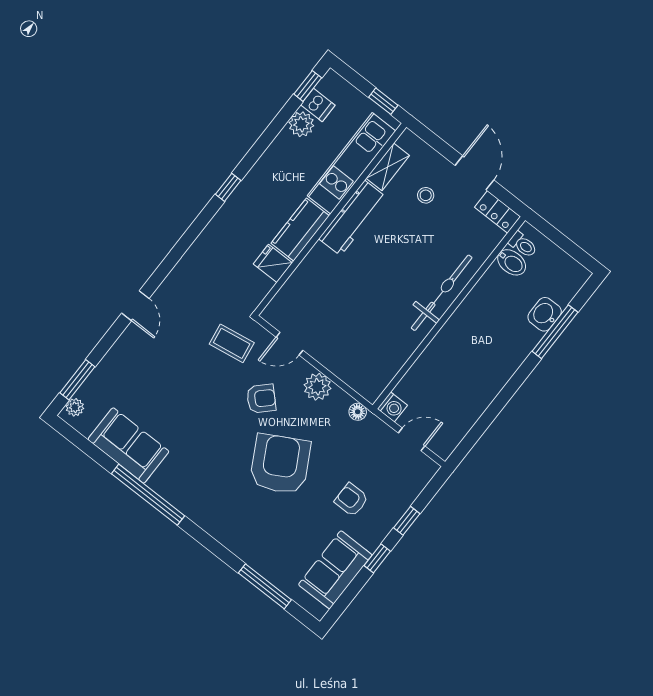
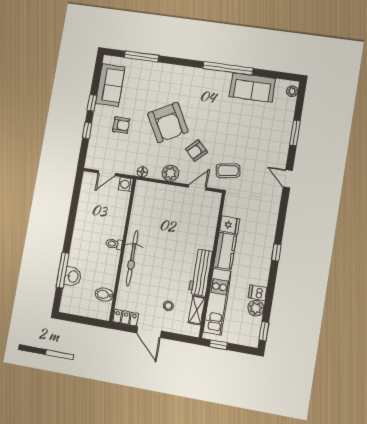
dishwasher: (318, 105) -> (258, 293), moved
toilet: (523, 245) -> (114, 244), moved
door: (135, 306) -> (288, 179), moved
window: (77, 380) -> (295, 133), moved

